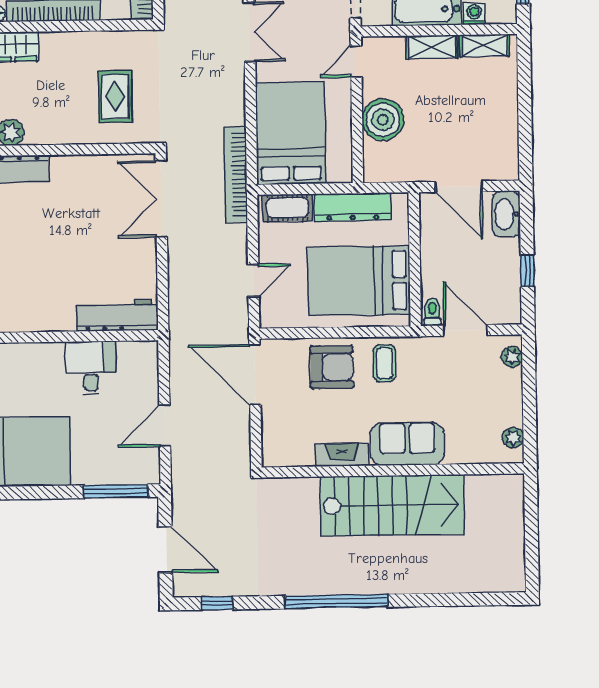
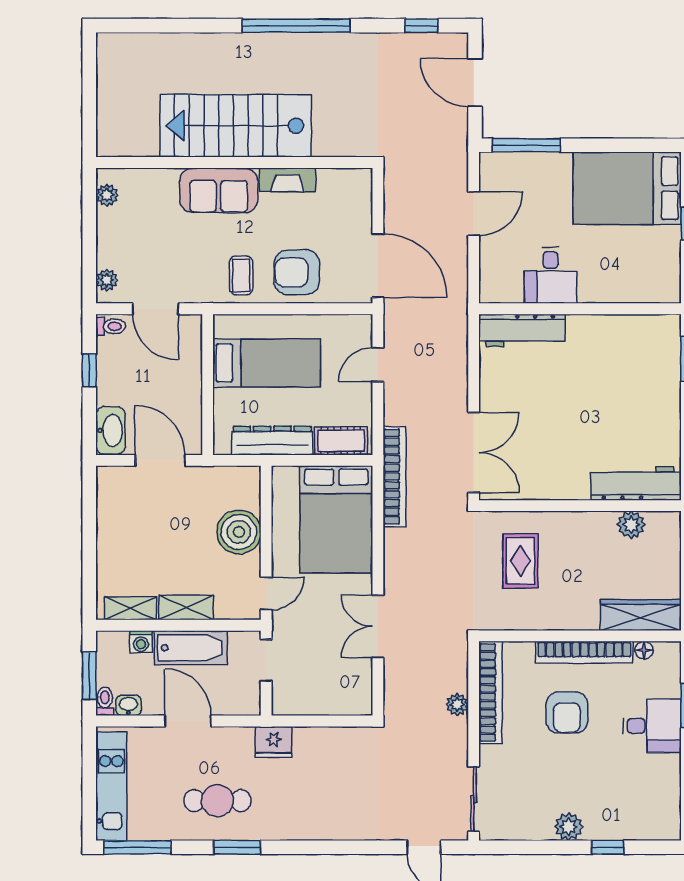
bed: (359, 281) -> (267, 363), width x0.67
toilet: (432, 312) -> (111, 326), moved, turned -90

